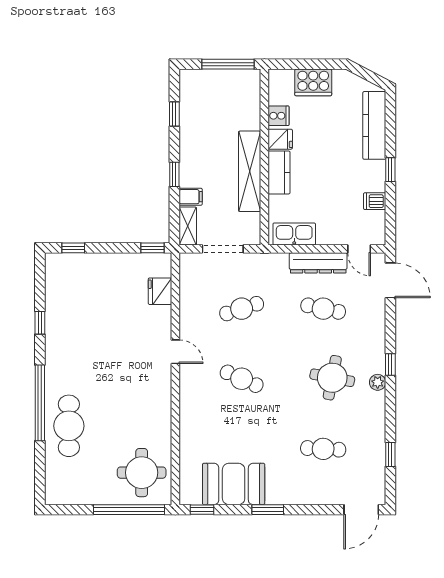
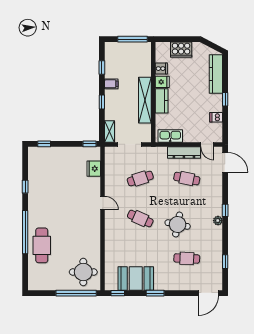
filing cabinet: (191, 197) -> (111, 84), moved
round table: (332, 378) -> (178, 224), moved

